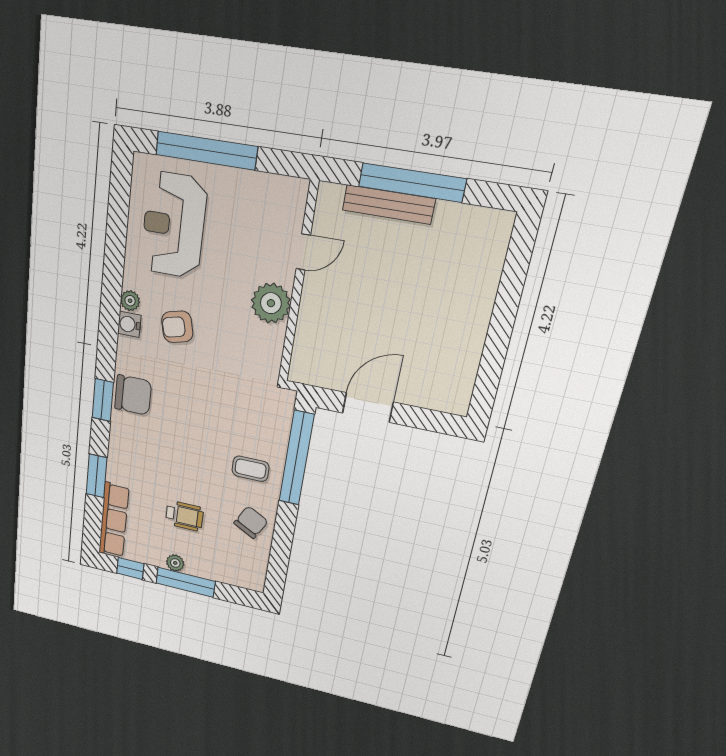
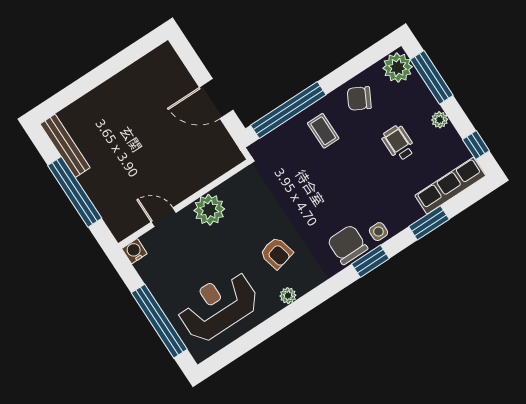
bench: (389, 205) -> (65, 146), moved
reception desk: (174, 225) -> (218, 306), turned 180
water cooler: (129, 324) -> (134, 251), moved, turned 180
side table: (123, 430) -> (378, 232), added
plant: (248, 574) -> (398, 67), added
window: (185, 582) -> (432, 77), moved

